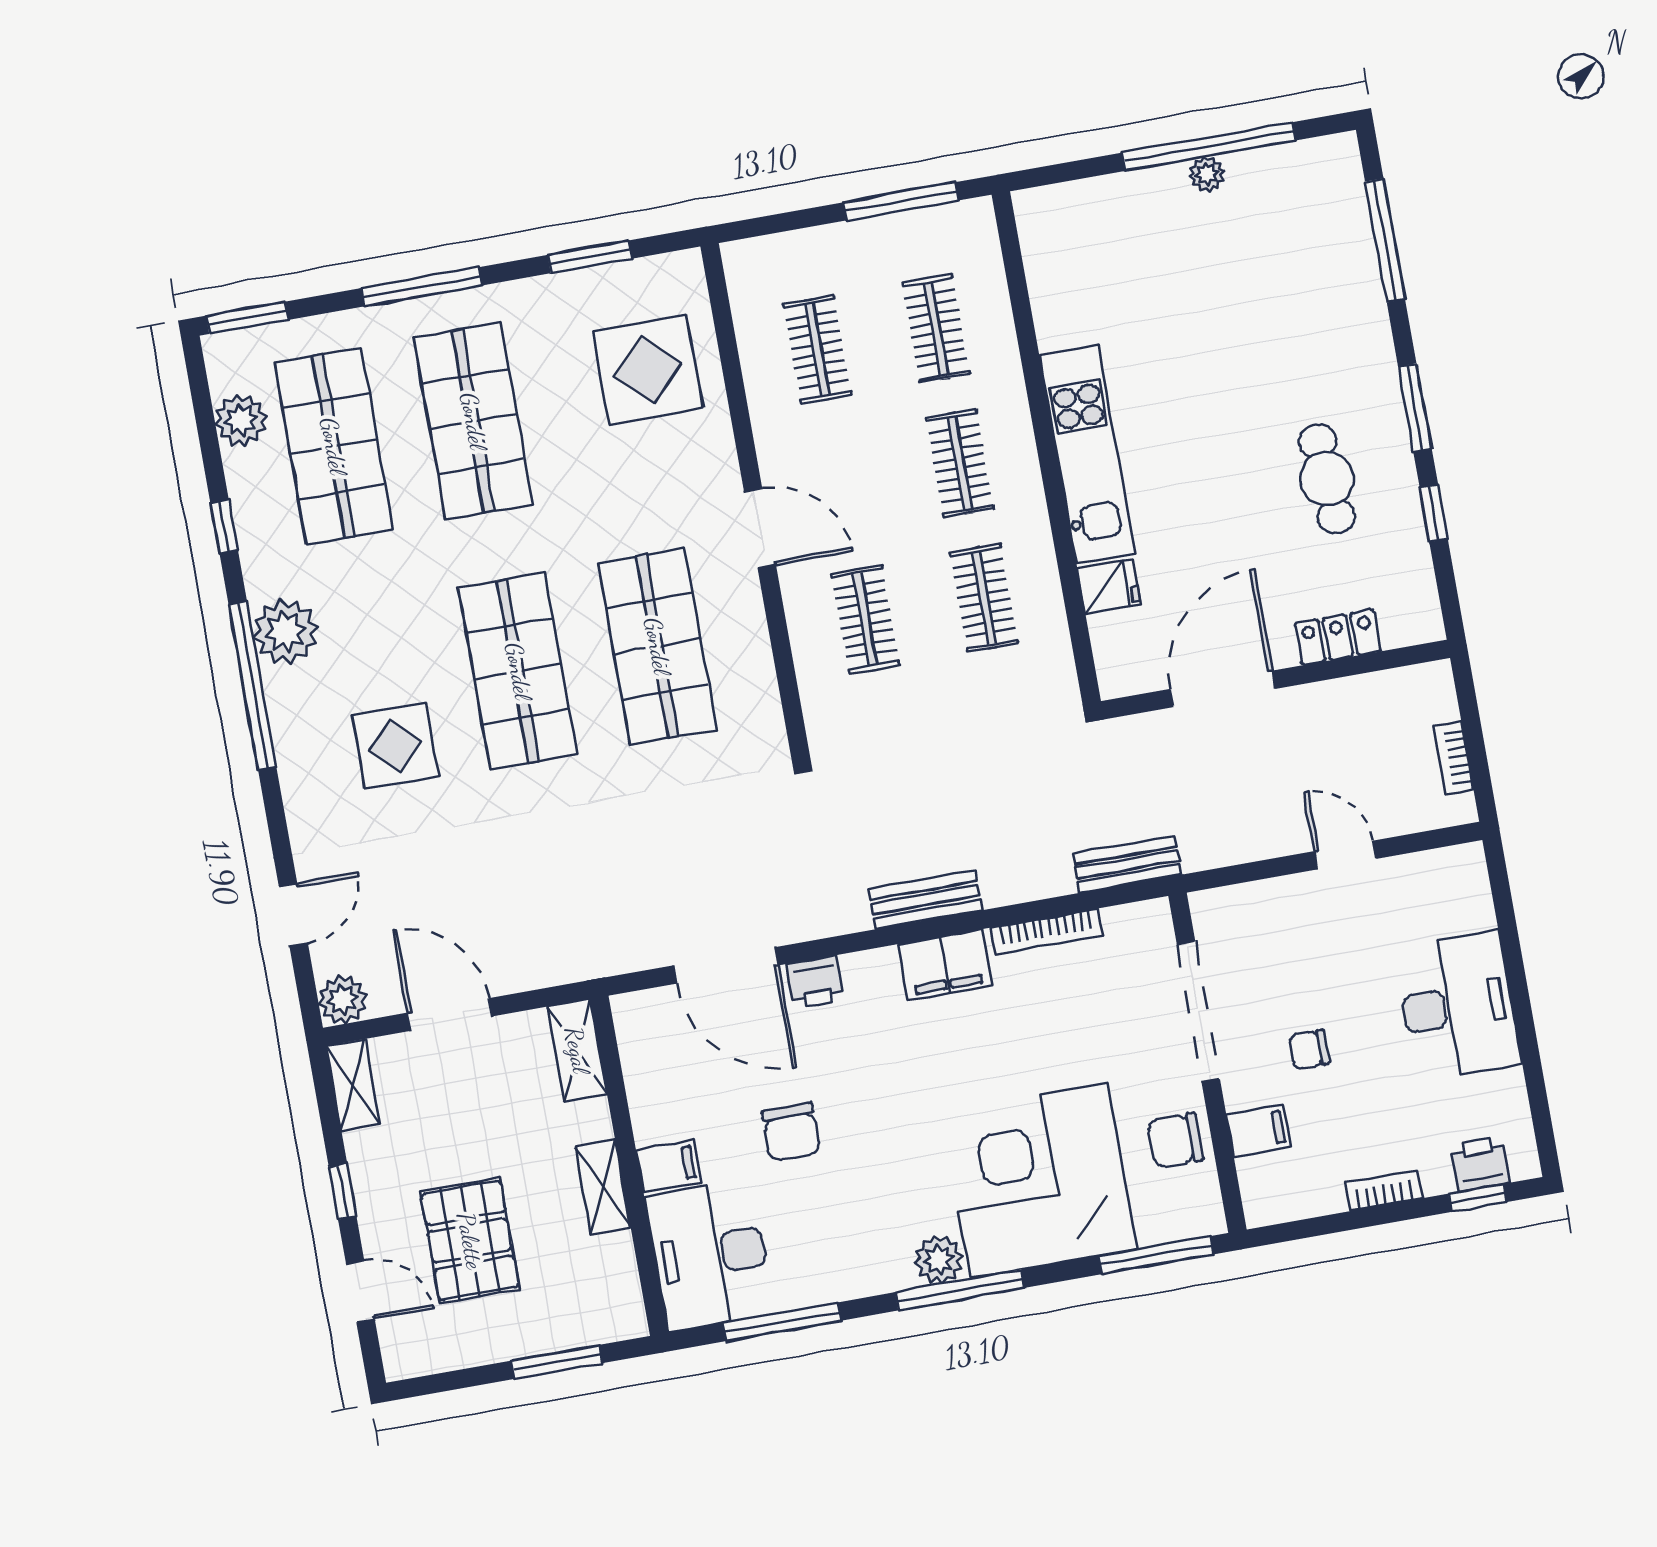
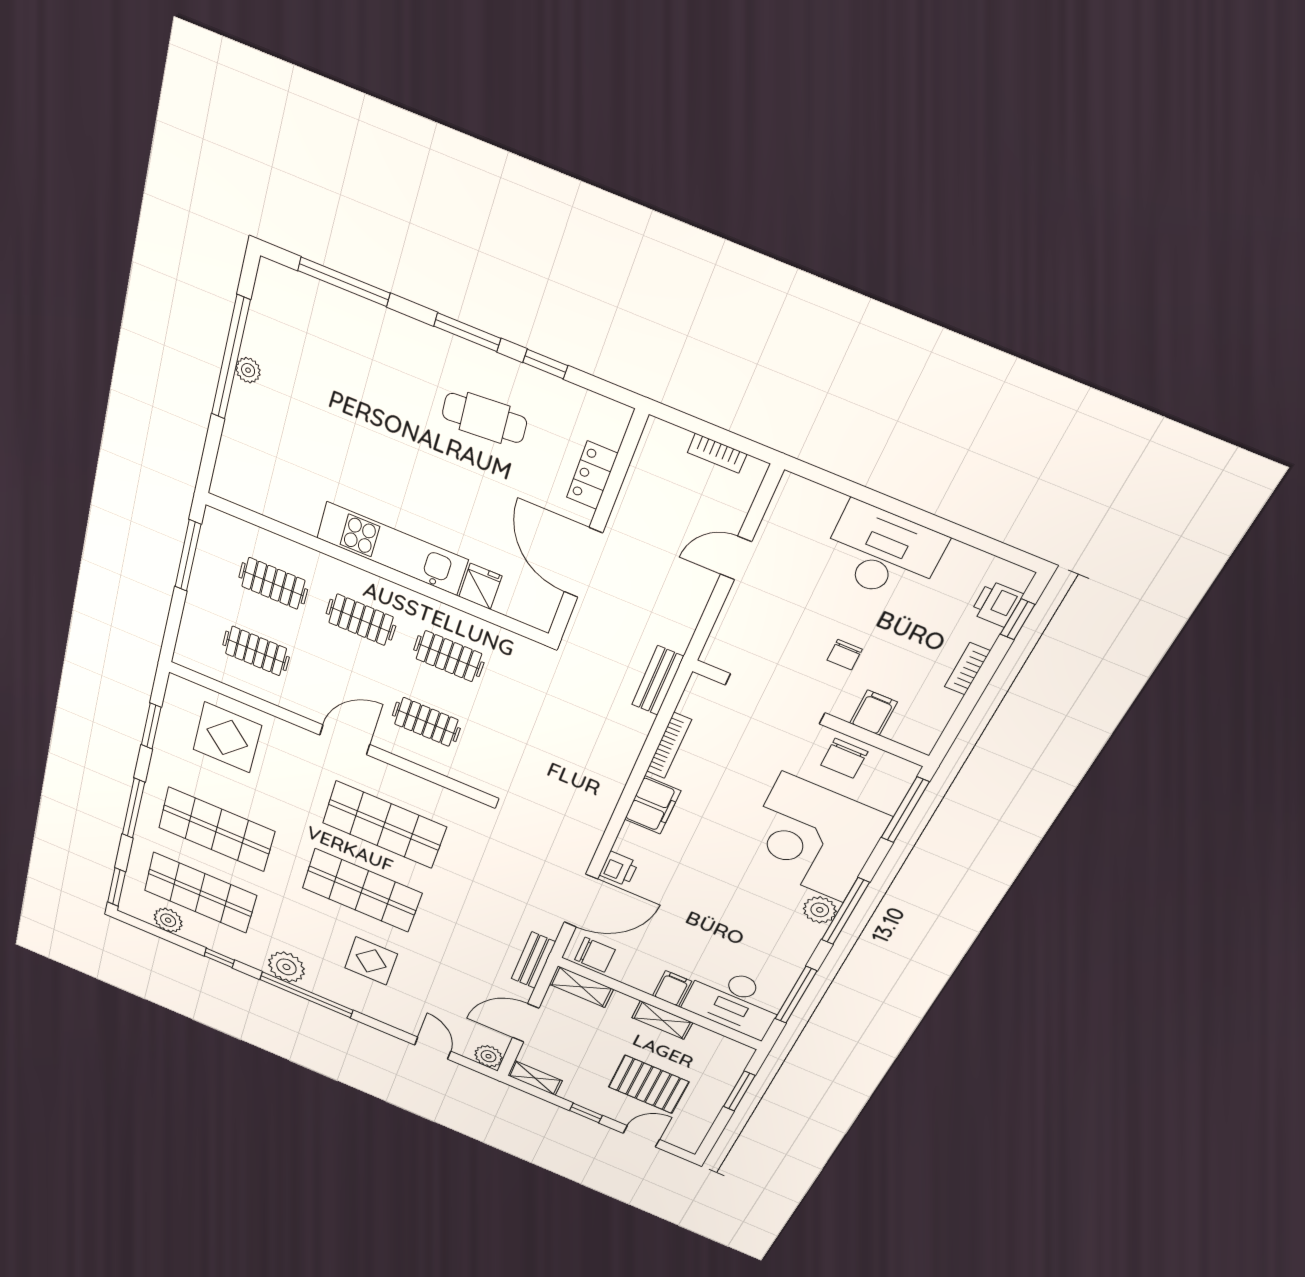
bench: (925, 900) -> (533, 960), moved
chair: (791, 1132) -> (595, 955), moved

